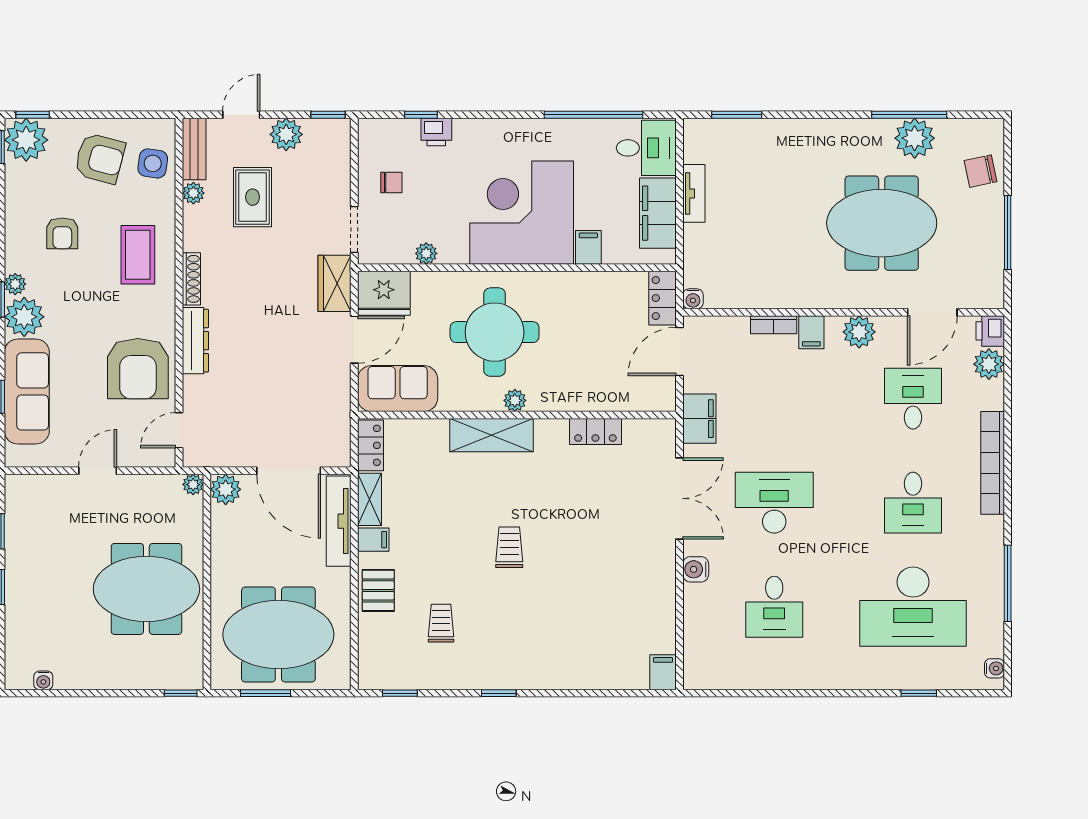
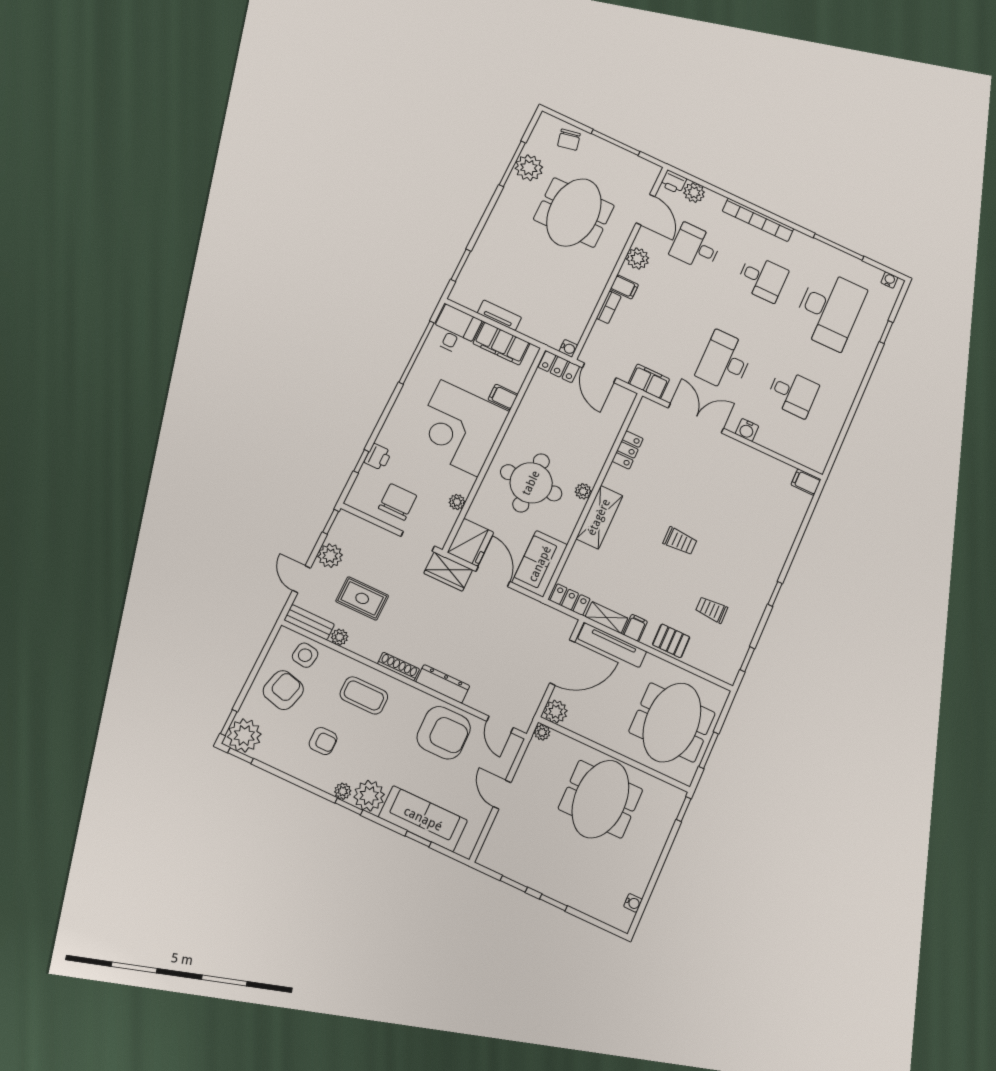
chair: (391, 182) -> (398, 502), width x1.87, depth x1.87
trolley: (509, 547) -> (680, 541), turned 180

